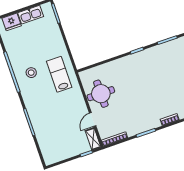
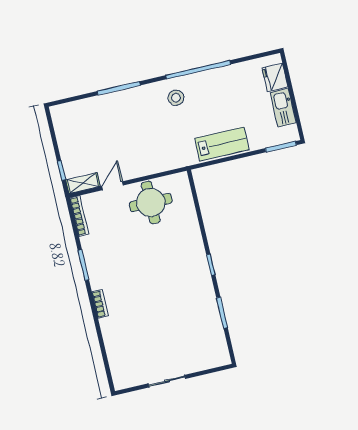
stool: (31, 73) -> (176, 98), moved
lab bench: (59, 74) -> (222, 144), moved
door: (93, 119) -> (113, 186), hinge flipped

